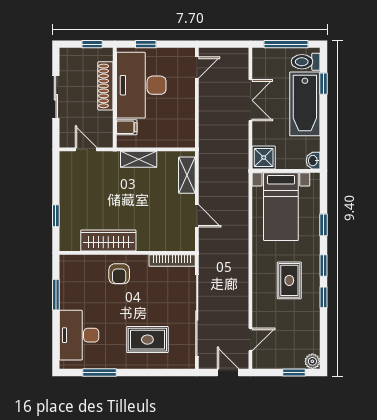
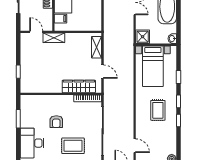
shelving: (139, 159) -> (54, 38), moved
wardrobe: (108, 241) -> (79, 86), moved
armchair: (119, 274) -> (56, 122), moved
door: (250, 339) -> (135, 146), hinge flipped

